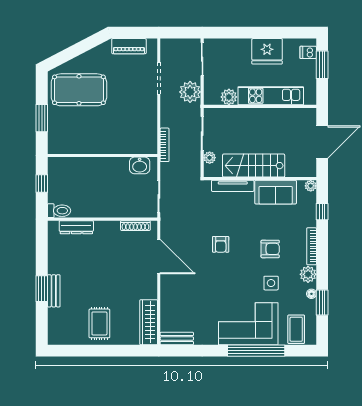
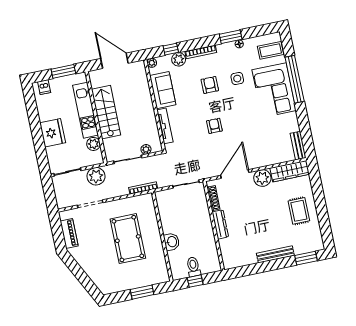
fridge: (267, 51) -> (53, 133), moved
window: (322, 65) -> (63, 71), moved
pool table: (79, 90) -> (128, 239), moved
washbasin: (140, 165) -> (172, 242), moved
stairs: (254, 166) -> (106, 112), moved, turned 180
toilet: (59, 211) -> (193, 267), moved
dresser: (76, 227) -> (220, 224), moved
armchair: (221, 244) -> (214, 126), turned -90
plant: (308, 274) -> (179, 59), moved
plant: (147, 288) -> (262, 178), added
window: (42, 289) -> (306, 258), moved
bench: (54, 291) -> (275, 254), width x1.36
window: (322, 303) -> (231, 37), moved
rug: (99, 323) -> (299, 211), turned 90

